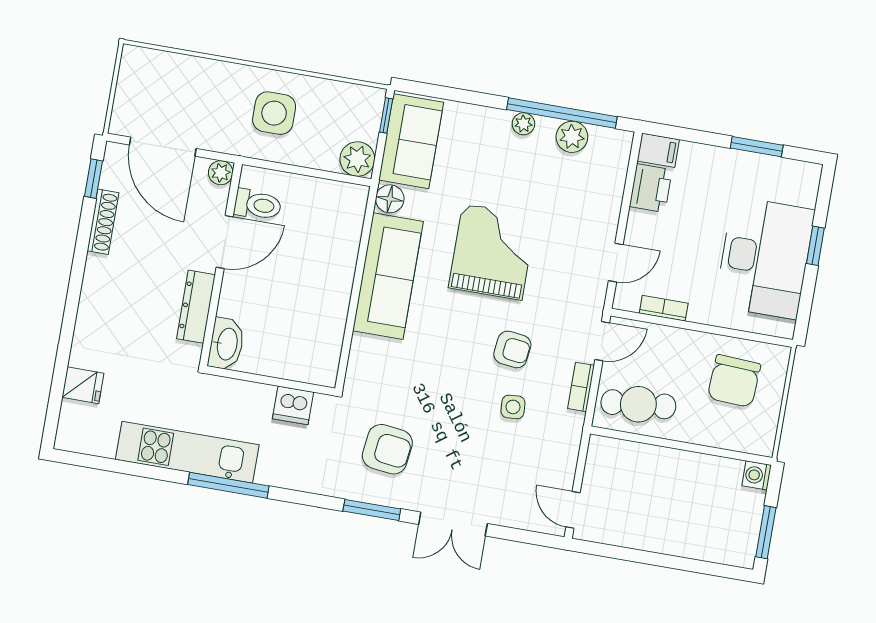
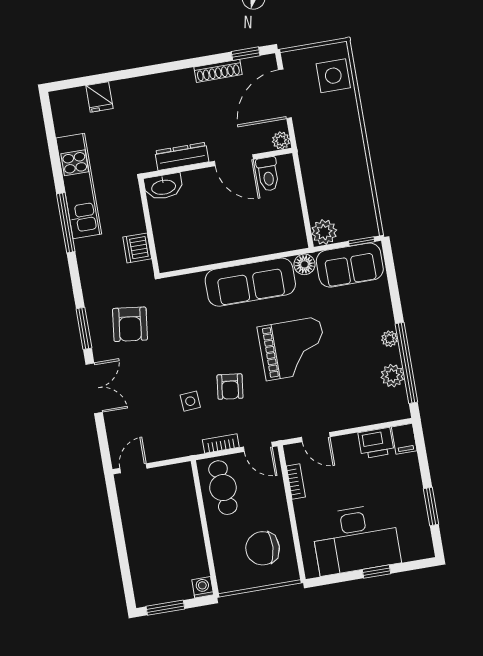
side table: (274, 113) -> (333, 76), moved
double door: (453, 524) -> (94, 388), swing flipped

